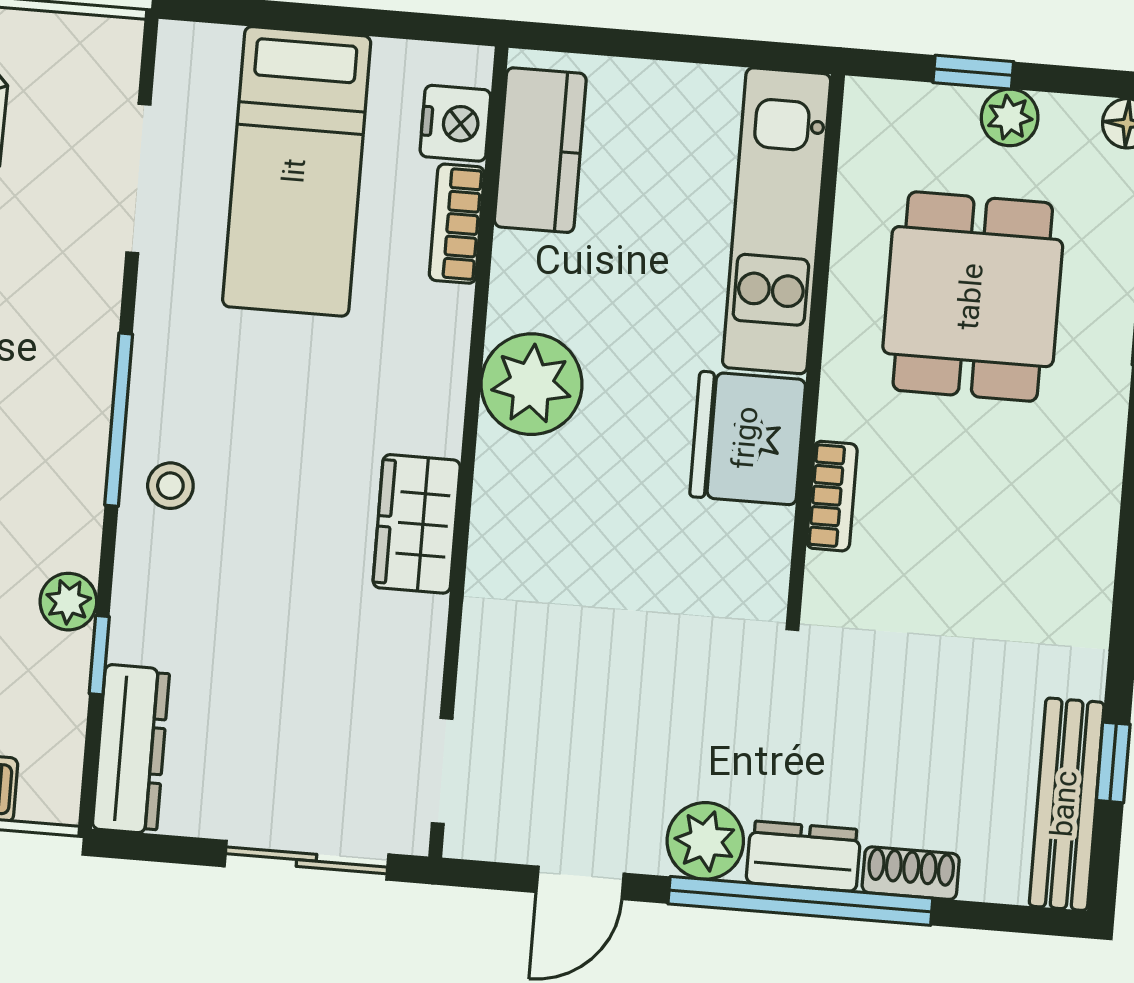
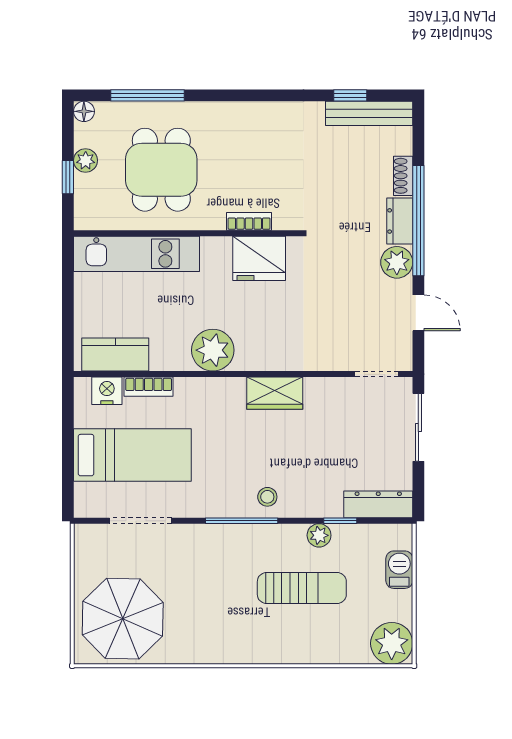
dining table: (973, 297) -> (161, 170), turned 90
fridge: (748, 438) -> (259, 258), moved

